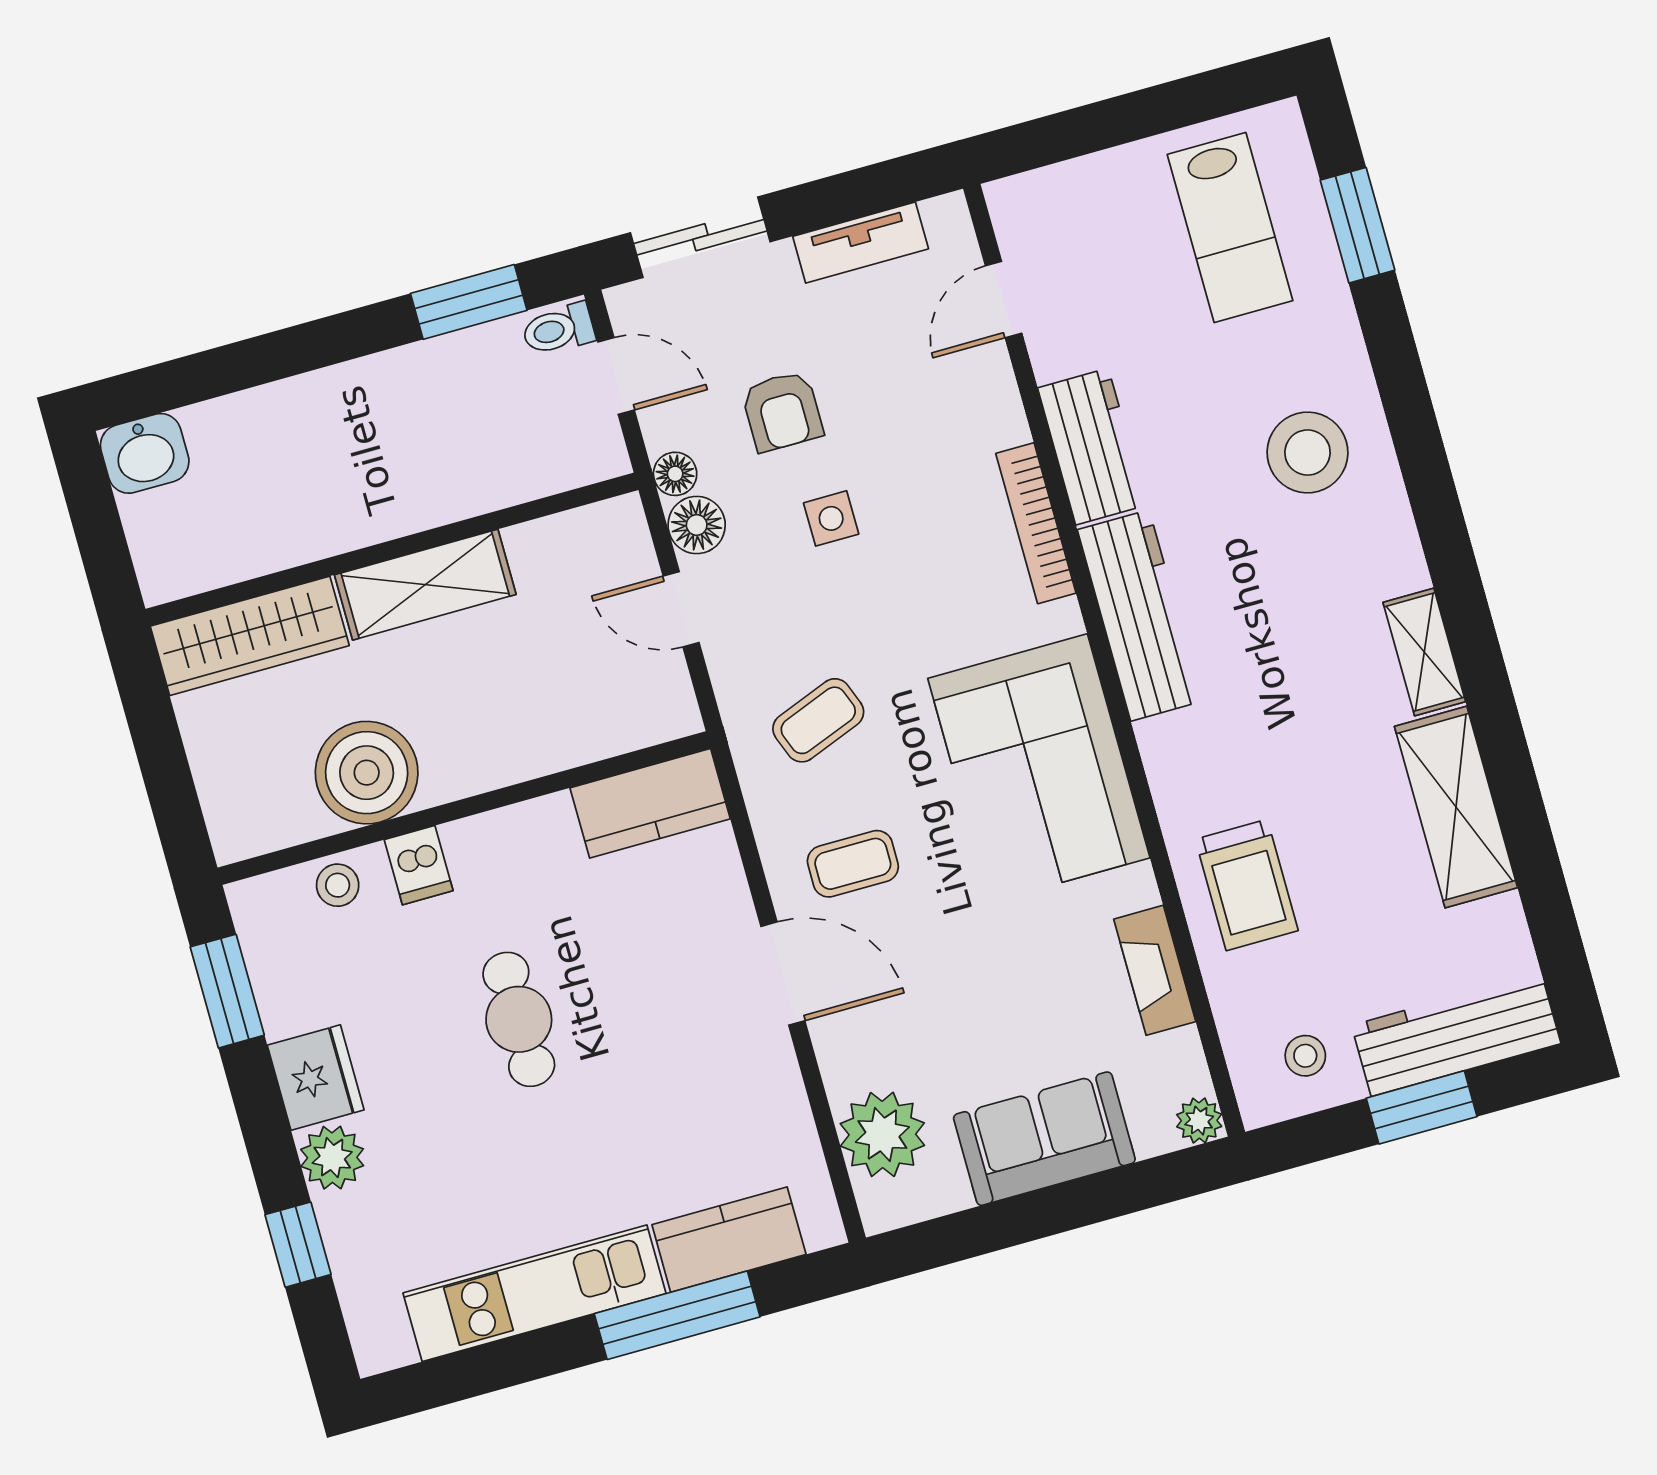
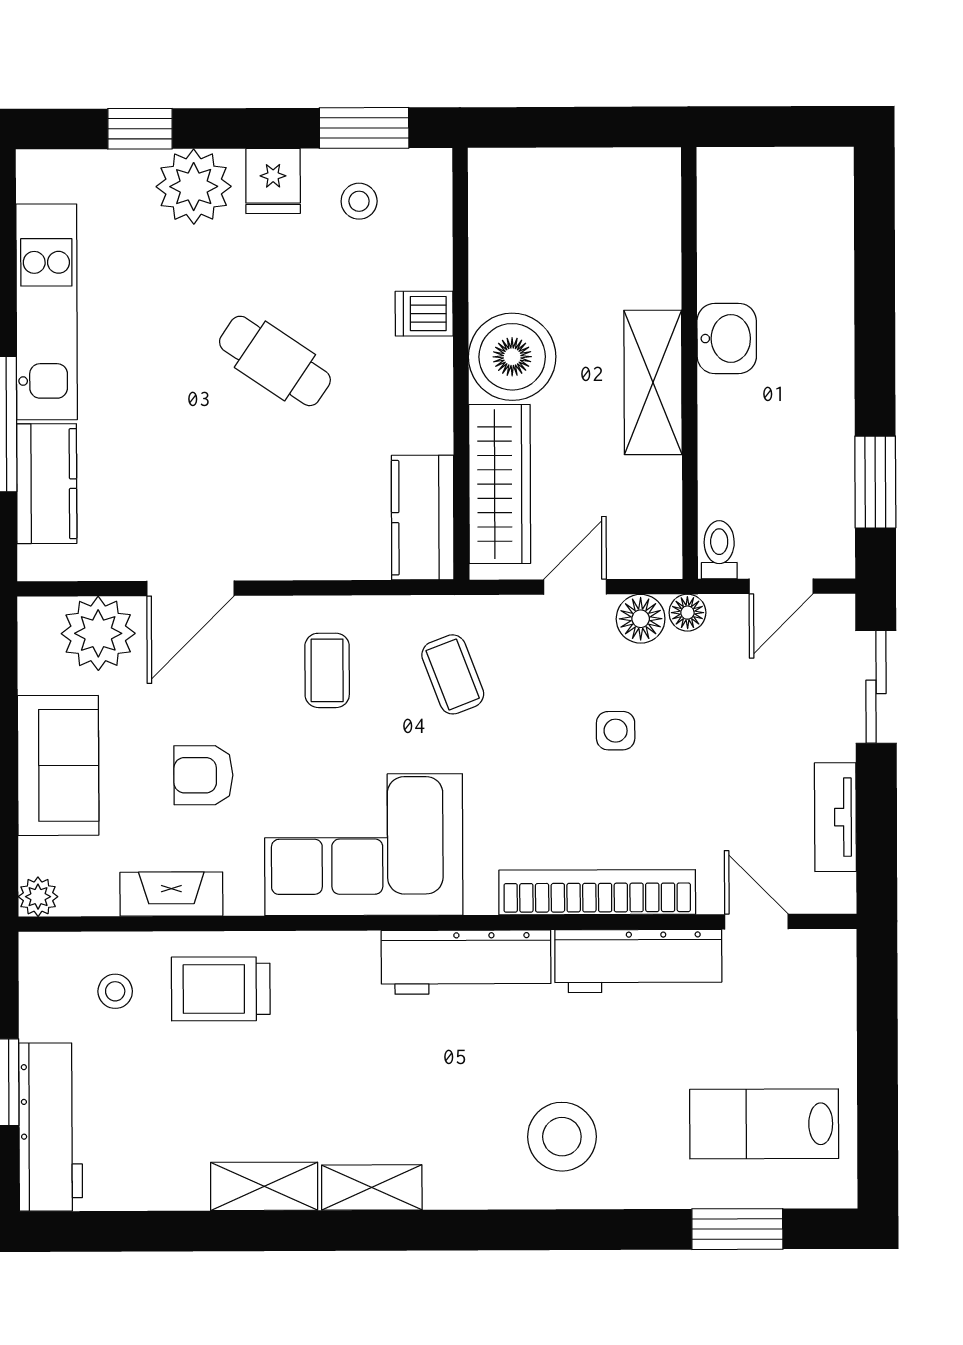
toilet: (558, 329) -> (719, 550), moved
armchair: (782, 411) -> (203, 775), moved
workbench: (1092, 447) -> (638, 961), width x1.38
washbasin: (145, 453) -> (727, 338), moved, turned 180
bookcase: (1036, 523) -> (597, 892), width x1.48, depth x1.31
wardrobe: (250, 636) -> (500, 484), moved, turned 180
boiler: (367, 773) -> (512, 357), moved
shelving: (1456, 807) -> (264, 1186), width x0.67, depth x0.75
stool: (338, 885) -> (359, 201), moved
door: (783, 974) -> (190, 588), moved
cafe table: (519, 1019) -> (275, 361), turned 34
stool: (1305, 1056) -> (115, 991), moved
fridge: (316, 1078) -> (273, 181), width x0.72
plant: (332, 1158) -> (194, 187), width x1.36, depth x1.36

